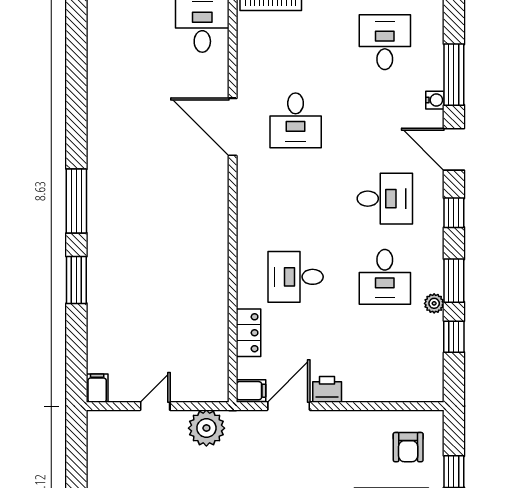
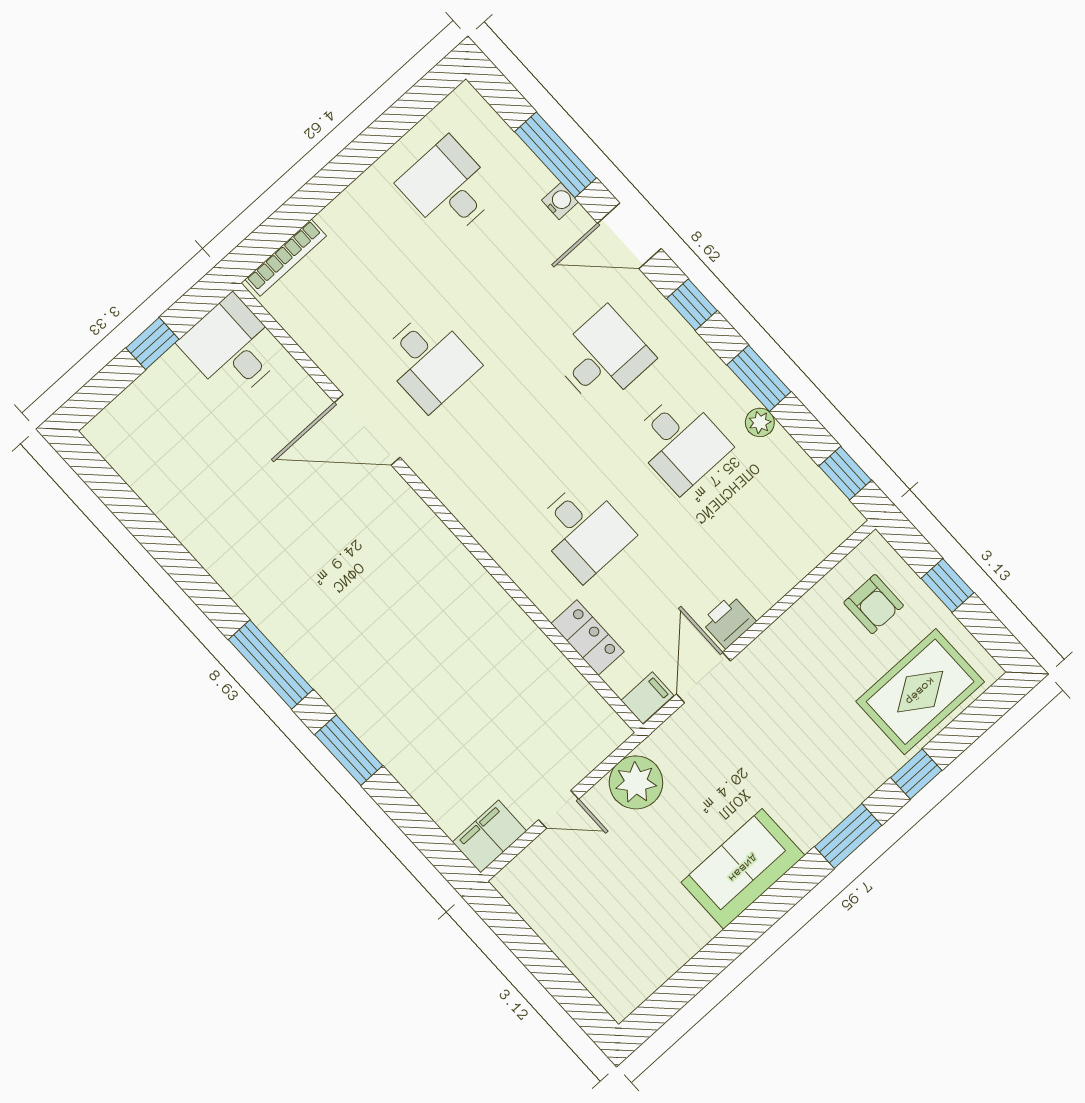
desk: (296, 277) -> (583, 530), turned -90
window: (454, 337) -> (845, 473), moved
filing cabinet: (97, 388) -> (489, 837), width x2.00
door: (155, 406) -> (559, 809), swing flipped

